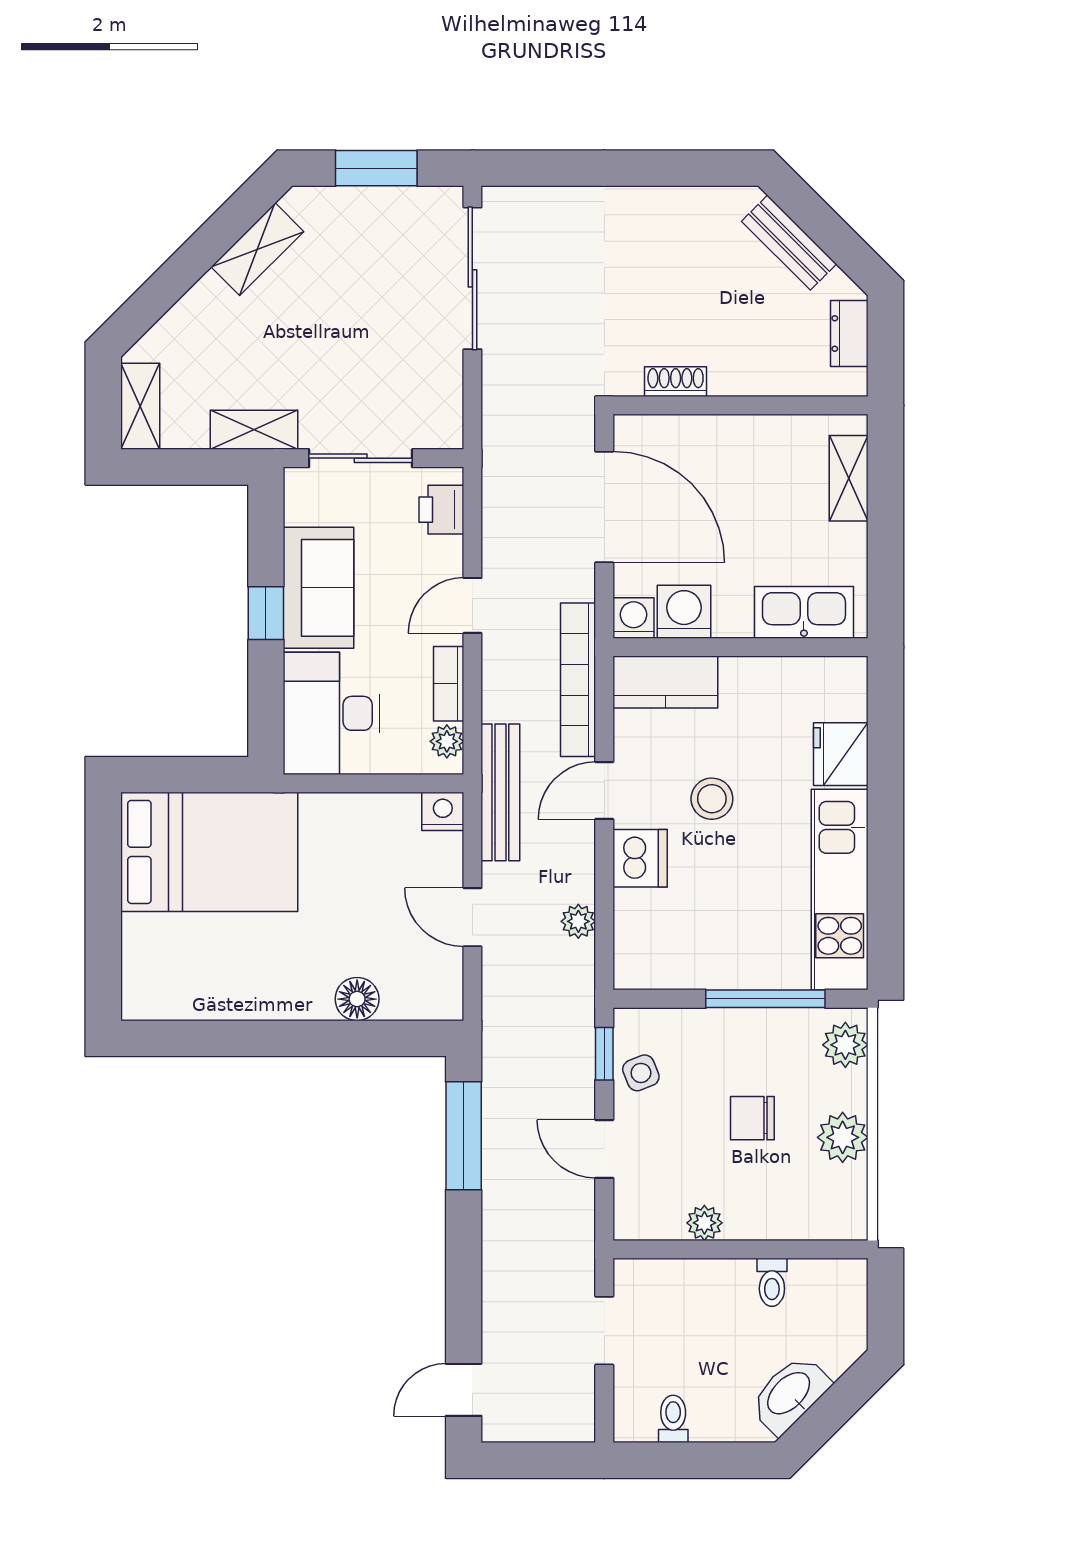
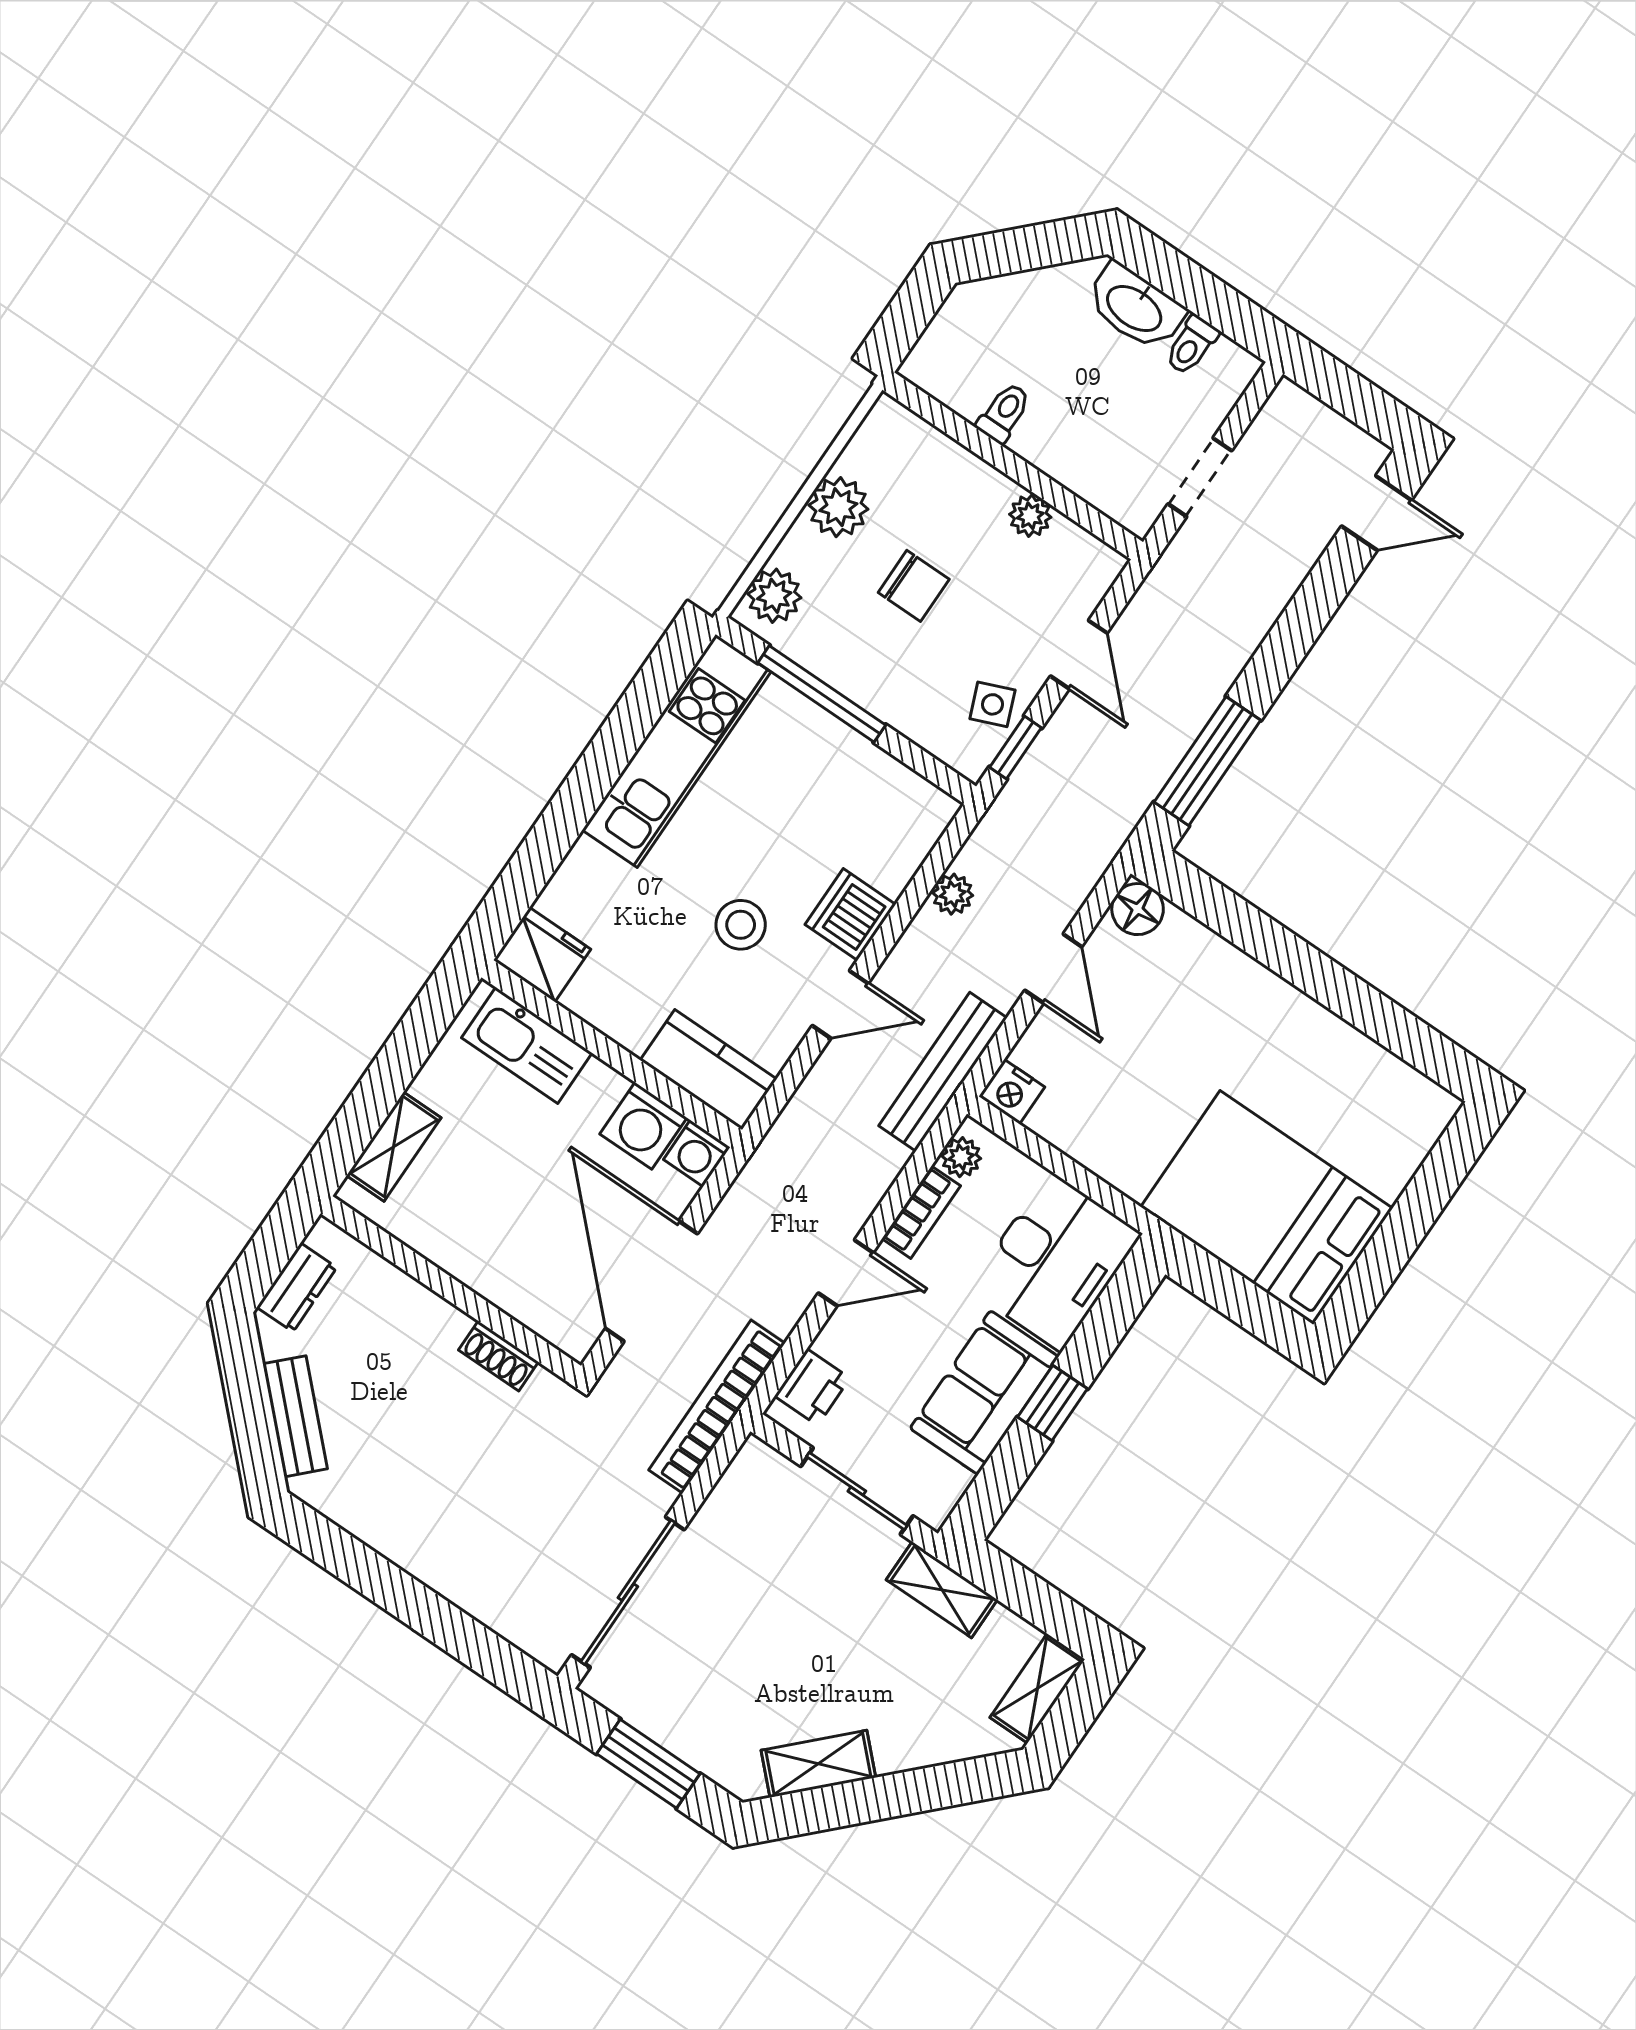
bookcase: (578, 680) -> (717, 1407), moved, turned 180
fridge: (841, 754) -> (542, 955), moved, turned -90
floor lamp: (357, 999) -> (1138, 909), moved
washbasin: (790, 1394) -> (1135, 307), moved, turned 45

